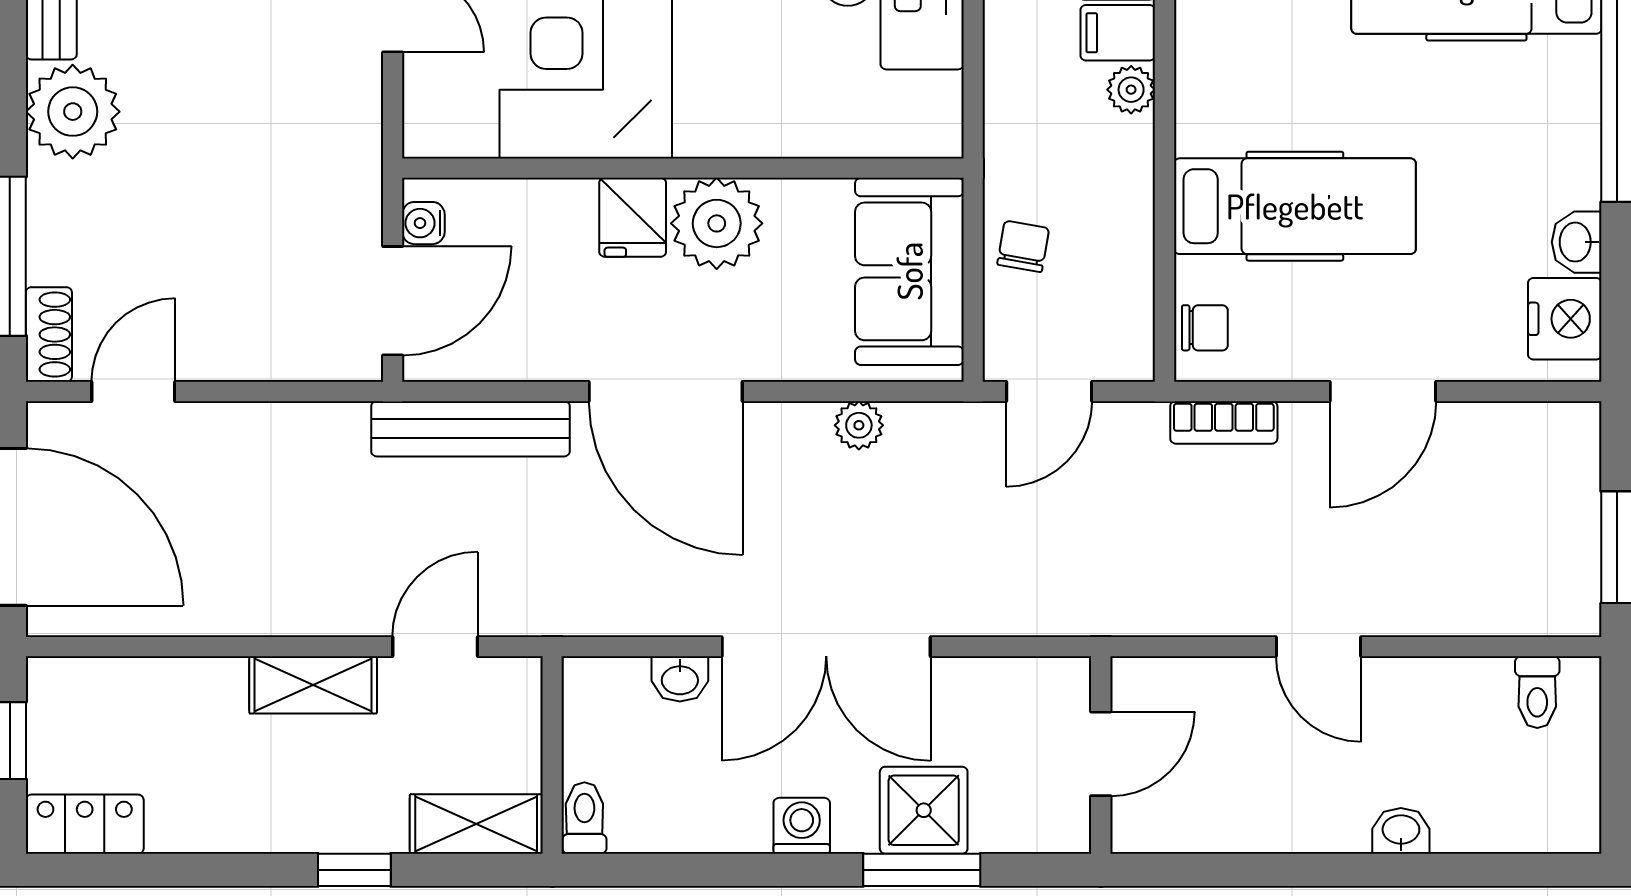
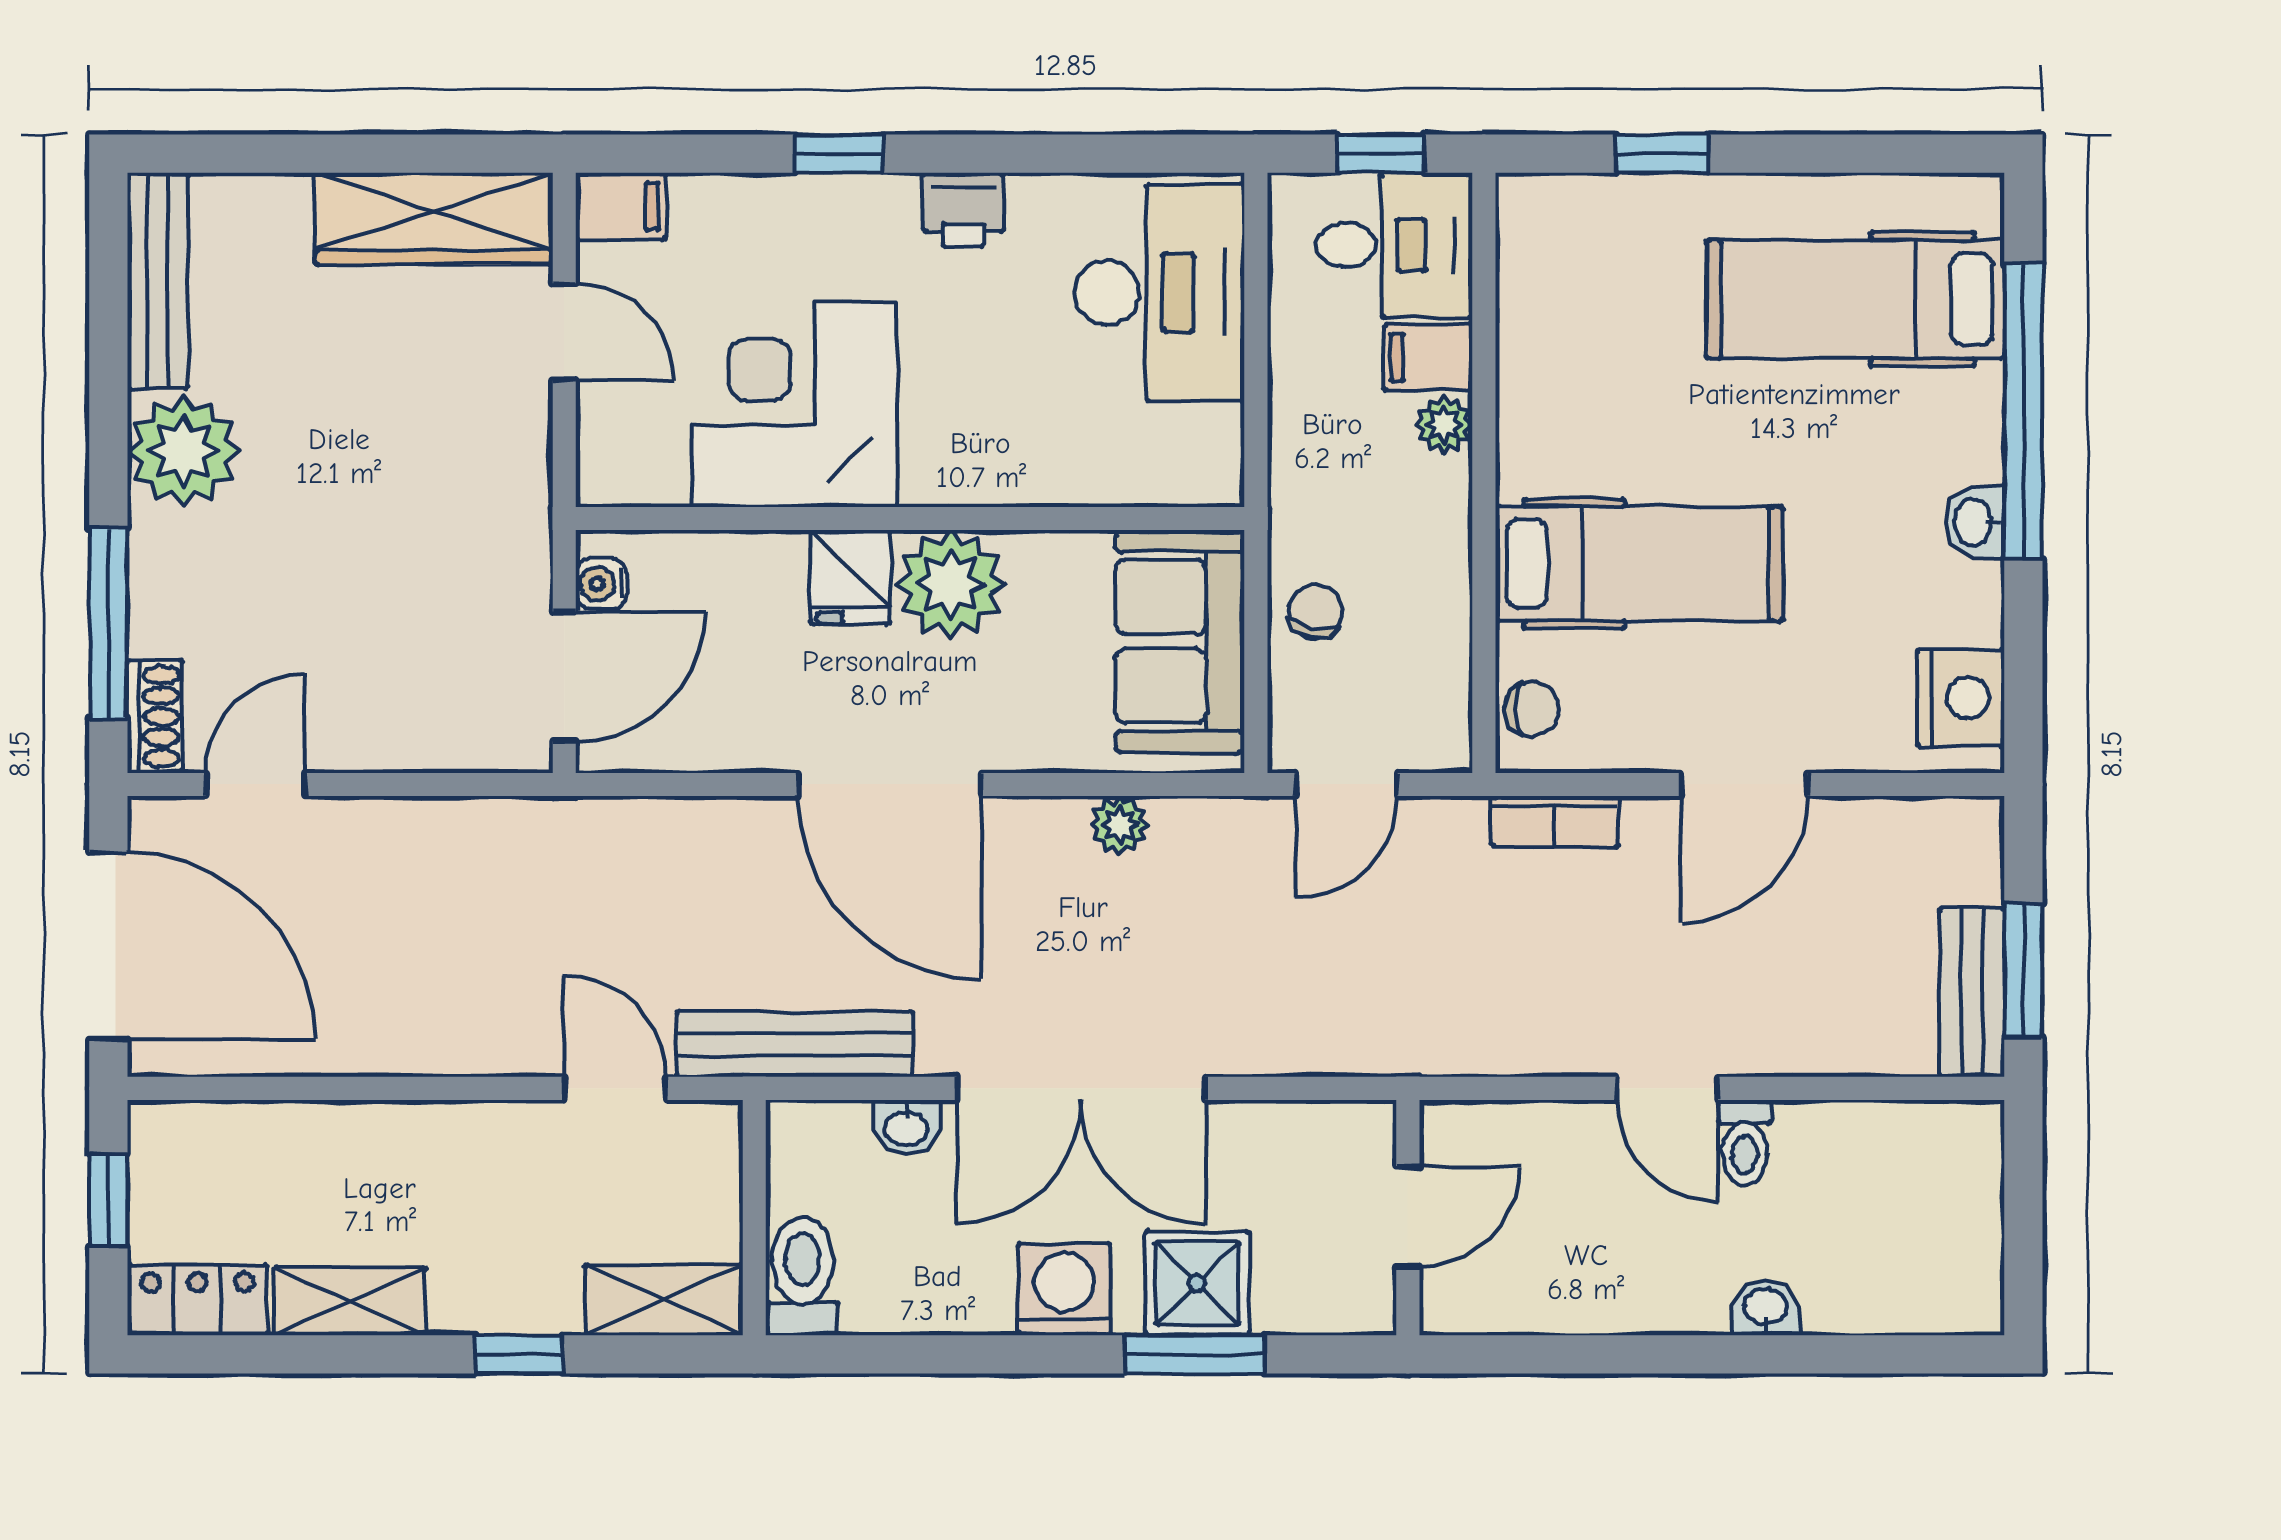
washbasin: (1577, 242) -> (1975, 522), moved
bench: (470, 429) -> (794, 1044), moved
bench: (1574, 566) -> (1972, 992), added
door: (435, 647) -> (615, 1088), hinge flipped
shelving: (313, 685) -> (350, 1301), moved
toilet: (1537, 692) -> (1745, 1143), moved
toilet: (584, 818) -> (803, 1276), width x1.37, depth x1.39
washing machine: (802, 826) -> (1064, 1289), width x1.38, depth x1.38

